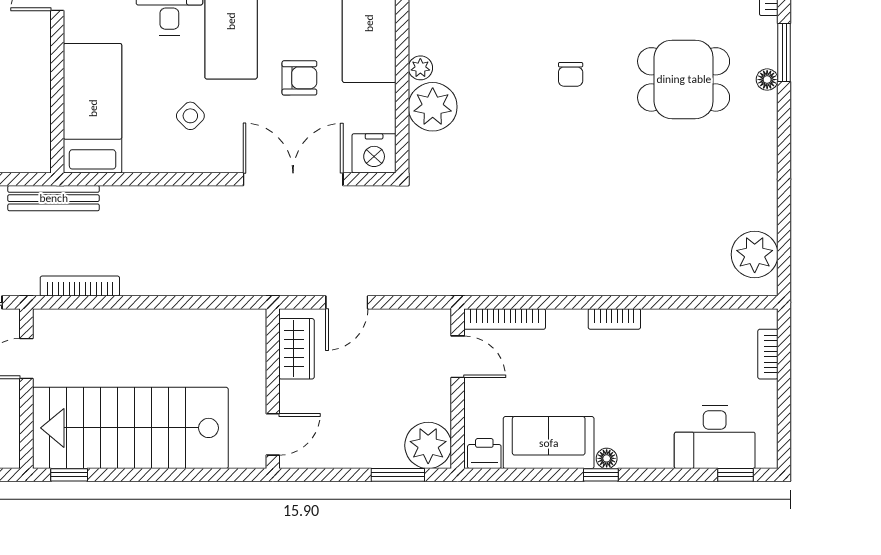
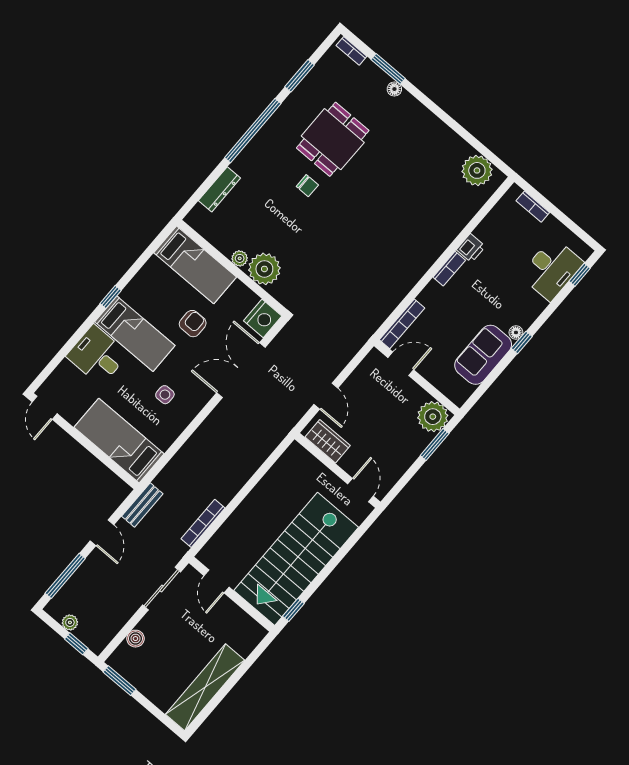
dining table: (684, 79) -> (333, 139), moved
side table: (190, 116) -> (165, 395), turned 45
bench: (54, 198) -> (142, 505), width x0.73
printer: (484, 454) -> (471, 248), moved, turned 180

